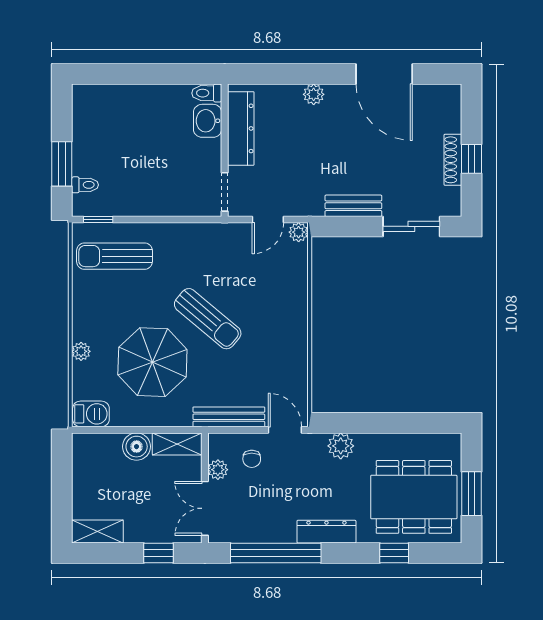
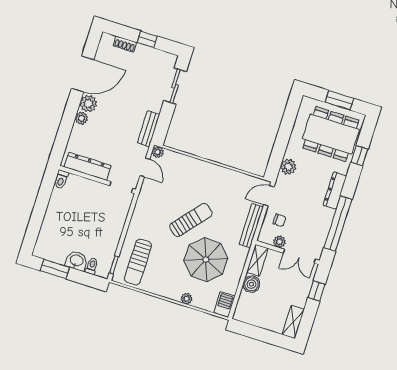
plant: (340, 98) -> (88, 104), added
washbasin: (208, 121) -> (77, 261), moved, turned 180
shoe rack: (453, 160) -> (125, 44), moved, width x0.70
window: (62, 164) -> (55, 269), moved
bench: (353, 206) -> (149, 129), moved
dining table: (414, 497) -> (331, 134), turned 90

